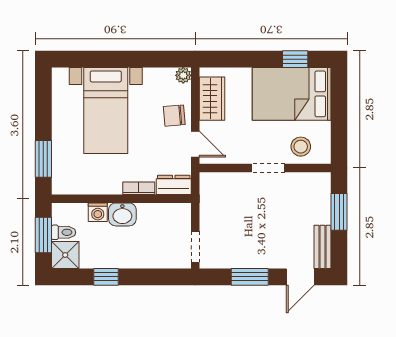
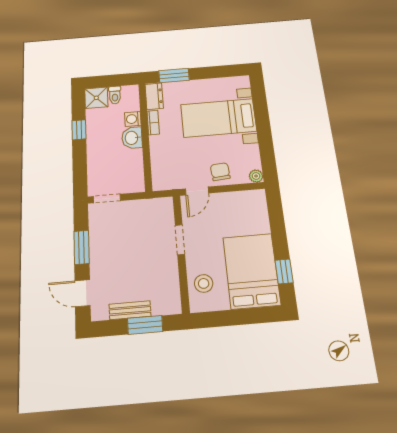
wardrobe: (212, 99) -> (239, 202), removed
doorway: (268, 168) -> (180, 240), moved
dresser: (174, 185) -> (154, 96), moved
bookcase: (139, 188) -> (153, 122), moved
window: (43, 235) -> (112, 81), removed
bench: (323, 247) -> (130, 310), moved

